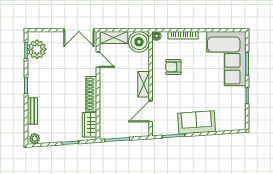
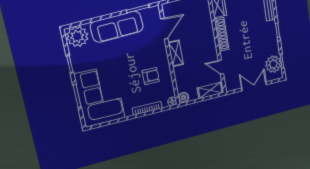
double door: (79, 30) -> (254, 86), moved
boiler: (139, 42) -> (184, 98), width x0.54, depth x0.54
plant: (235, 120) -> (77, 36), added
sofa: (197, 122) -> (117, 27), width x1.36

